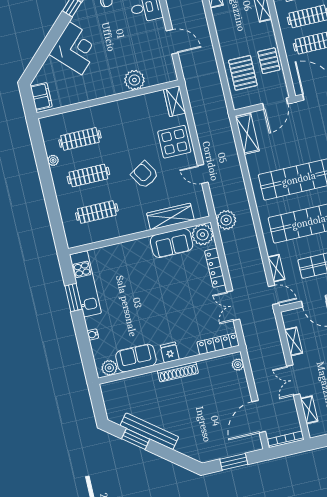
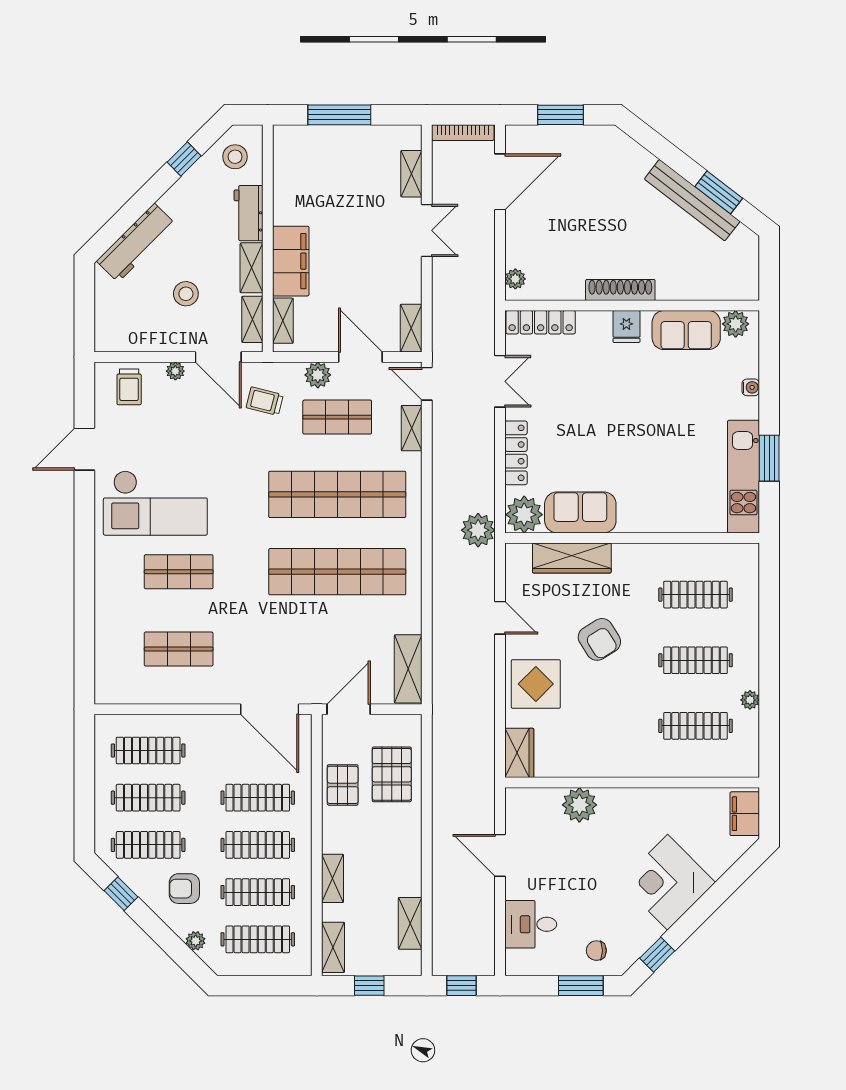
shelving: (294, 341) -> (411, 328), moved

